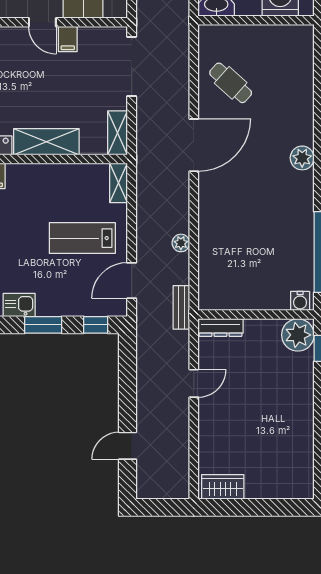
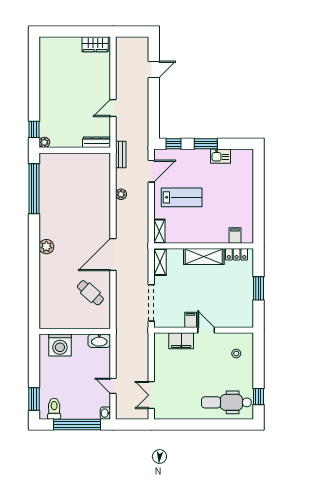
water cooler: (300, 301) -> (48, 159), removed
plant: (298, 335) -> (44, 142), width x0.53, depth x0.53

